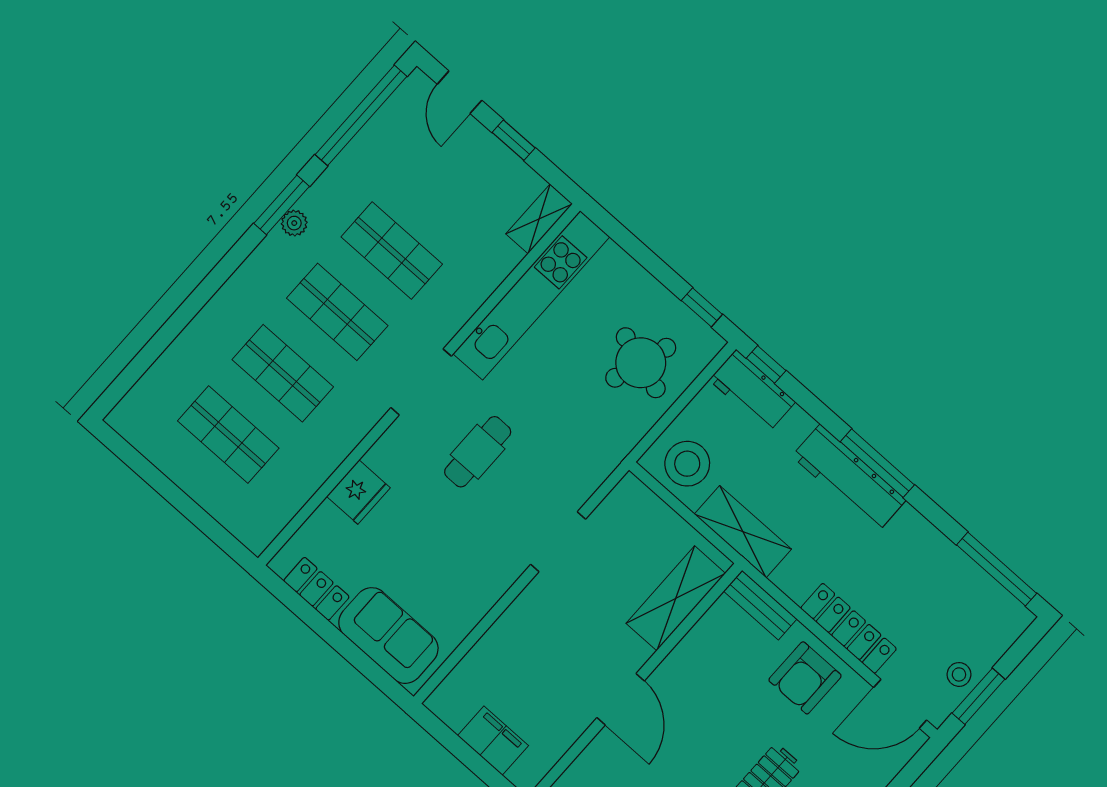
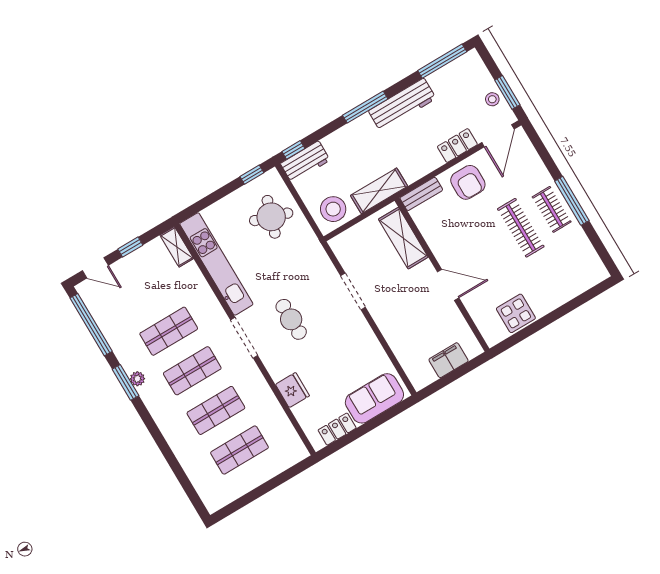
workbench: (849, 478) -> (402, 105), moved
locker: (849, 628) -> (457, 146), width x0.66

